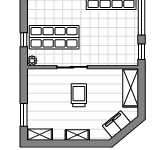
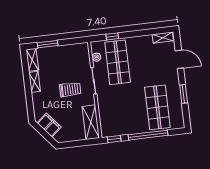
plant: (32, 61) -> (96, 57), moved
shelving: (131, 88) -> (91, 122), moved, turned 90
shelving: (77, 135) -> (35, 82), moved

